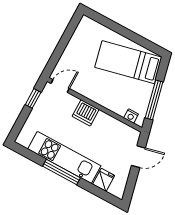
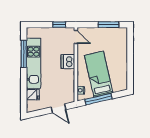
window: (67, 36) -> (108, 25), added
bed: (128, 62) -> (99, 74), moved
window: (62, 172) -> (24, 54), moved

